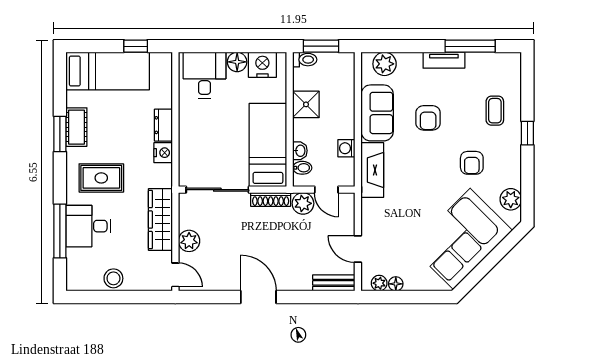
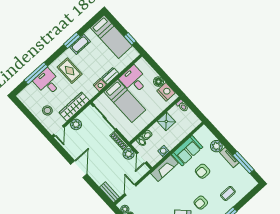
window: (321, 46) -> (193, 107), removed
plant: (385, 64) -> (216, 146), moved
desk: (204, 75) -> (134, 80), moved, turned -90
bed: (268, 145) -> (125, 101), moved, turned 90
stool: (113, 278) -> (47, 110), moved

